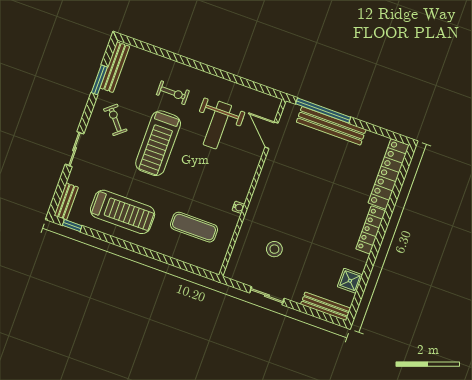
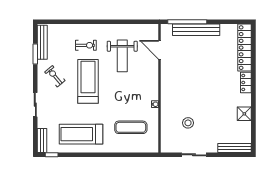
treadmill: (158, 143) -> (88, 81), turned 180
treadmill: (123, 212) -> (81, 134), turned 180
locker: (371, 230) -> (246, 82), width x0.66
shower: (350, 281) -> (244, 114), moved

